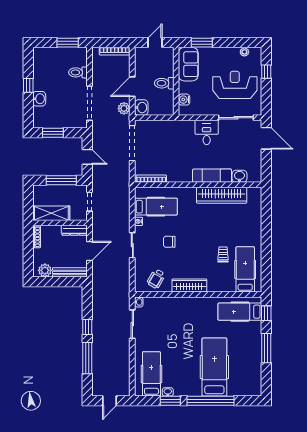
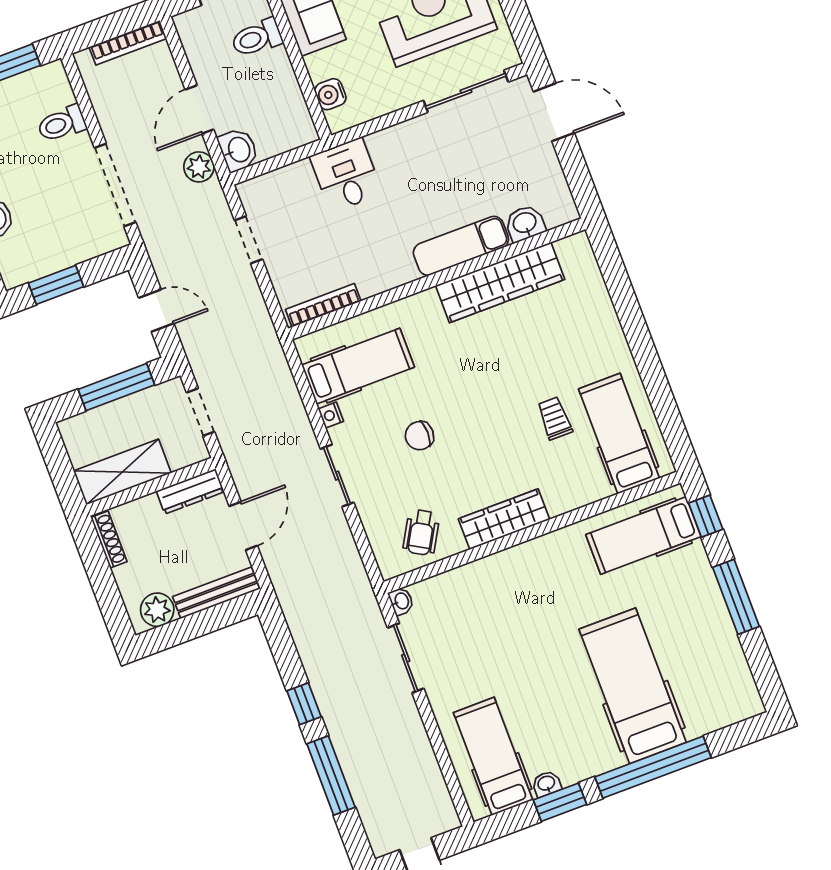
toilet: (164, 83) -> (257, 38), moved
desk: (207, 132) -> (346, 175), moved
doorway: (132, 143) -> (248, 240), width x0.53

